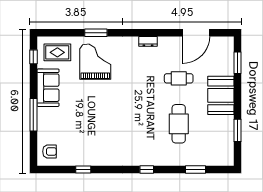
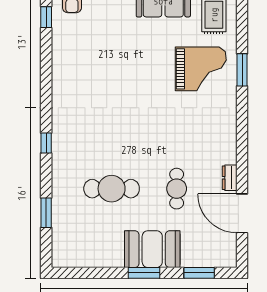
dresser: (148, 41) -> (230, 178), moved
window: (237, 130) -> (144, 273), moved
window: (83, 169) -> (46, 17), moved

